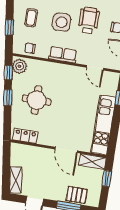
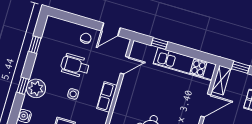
side table: (62, 22) -> (73, 94), width x0.54, depth x0.54

